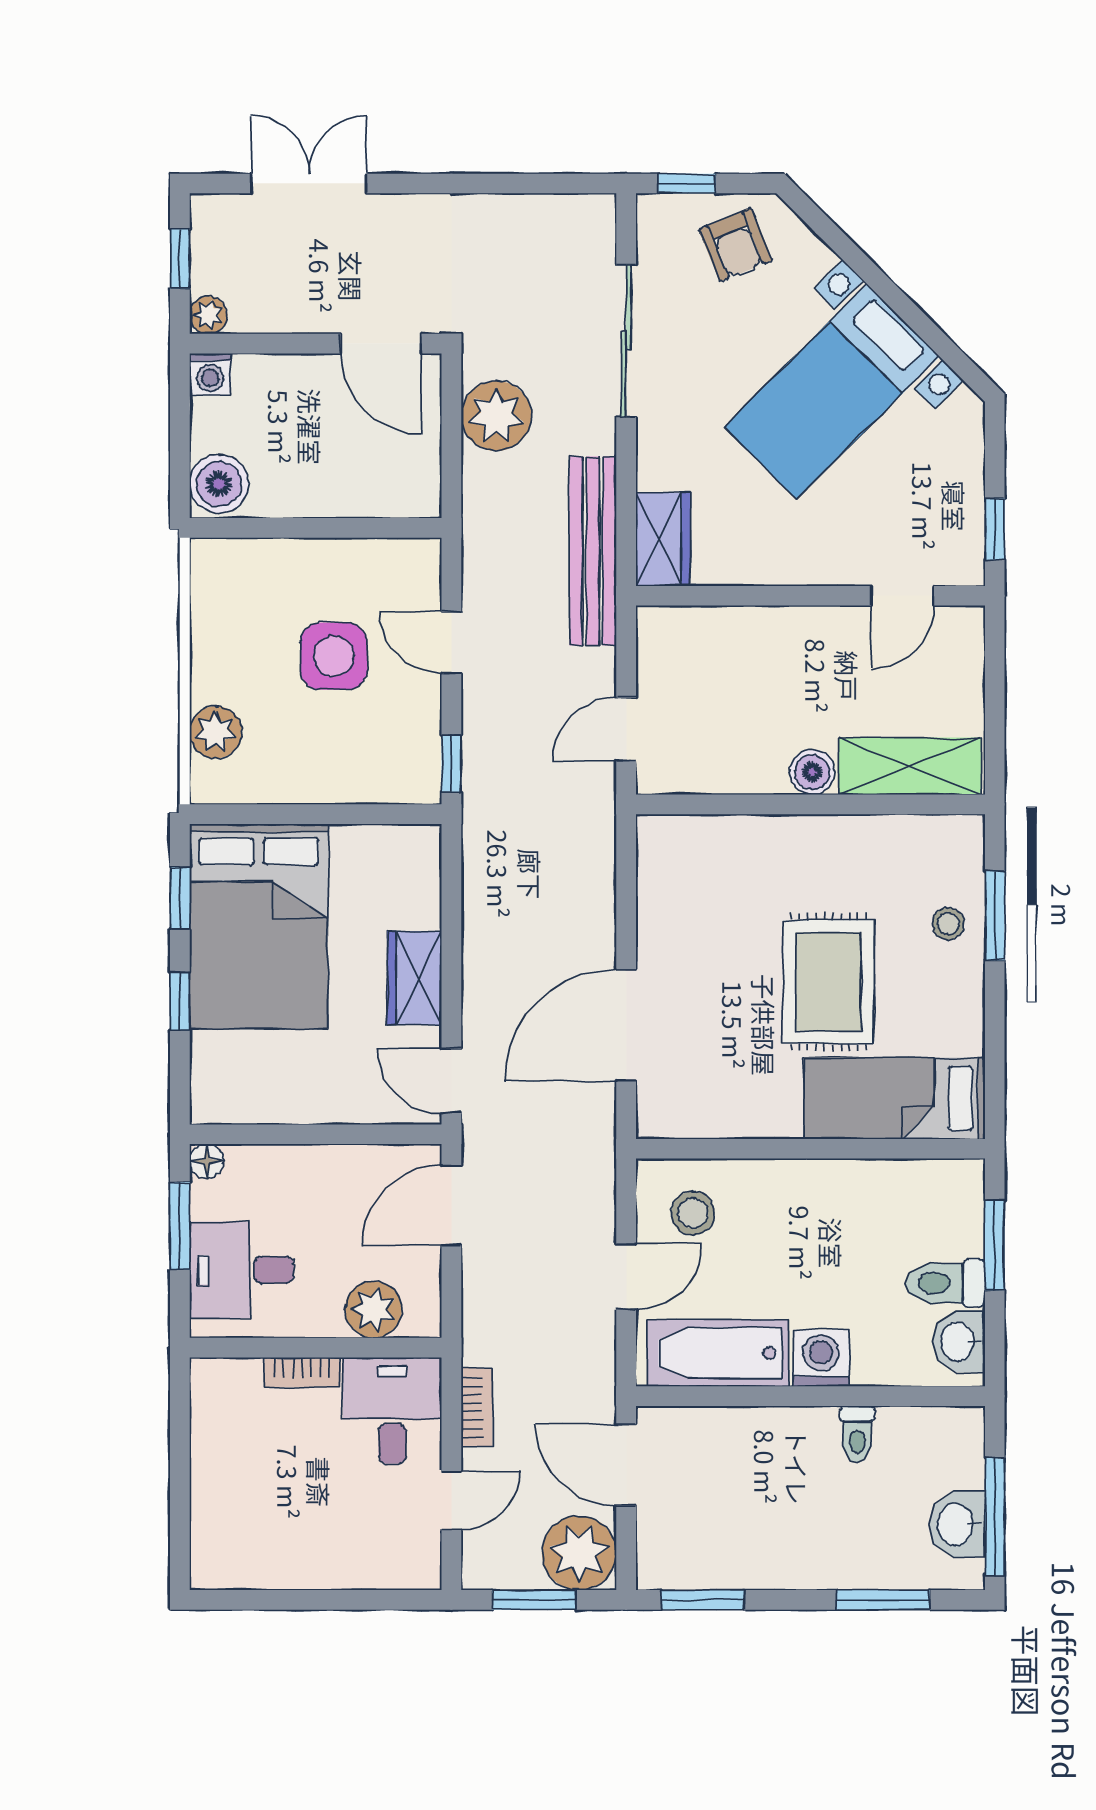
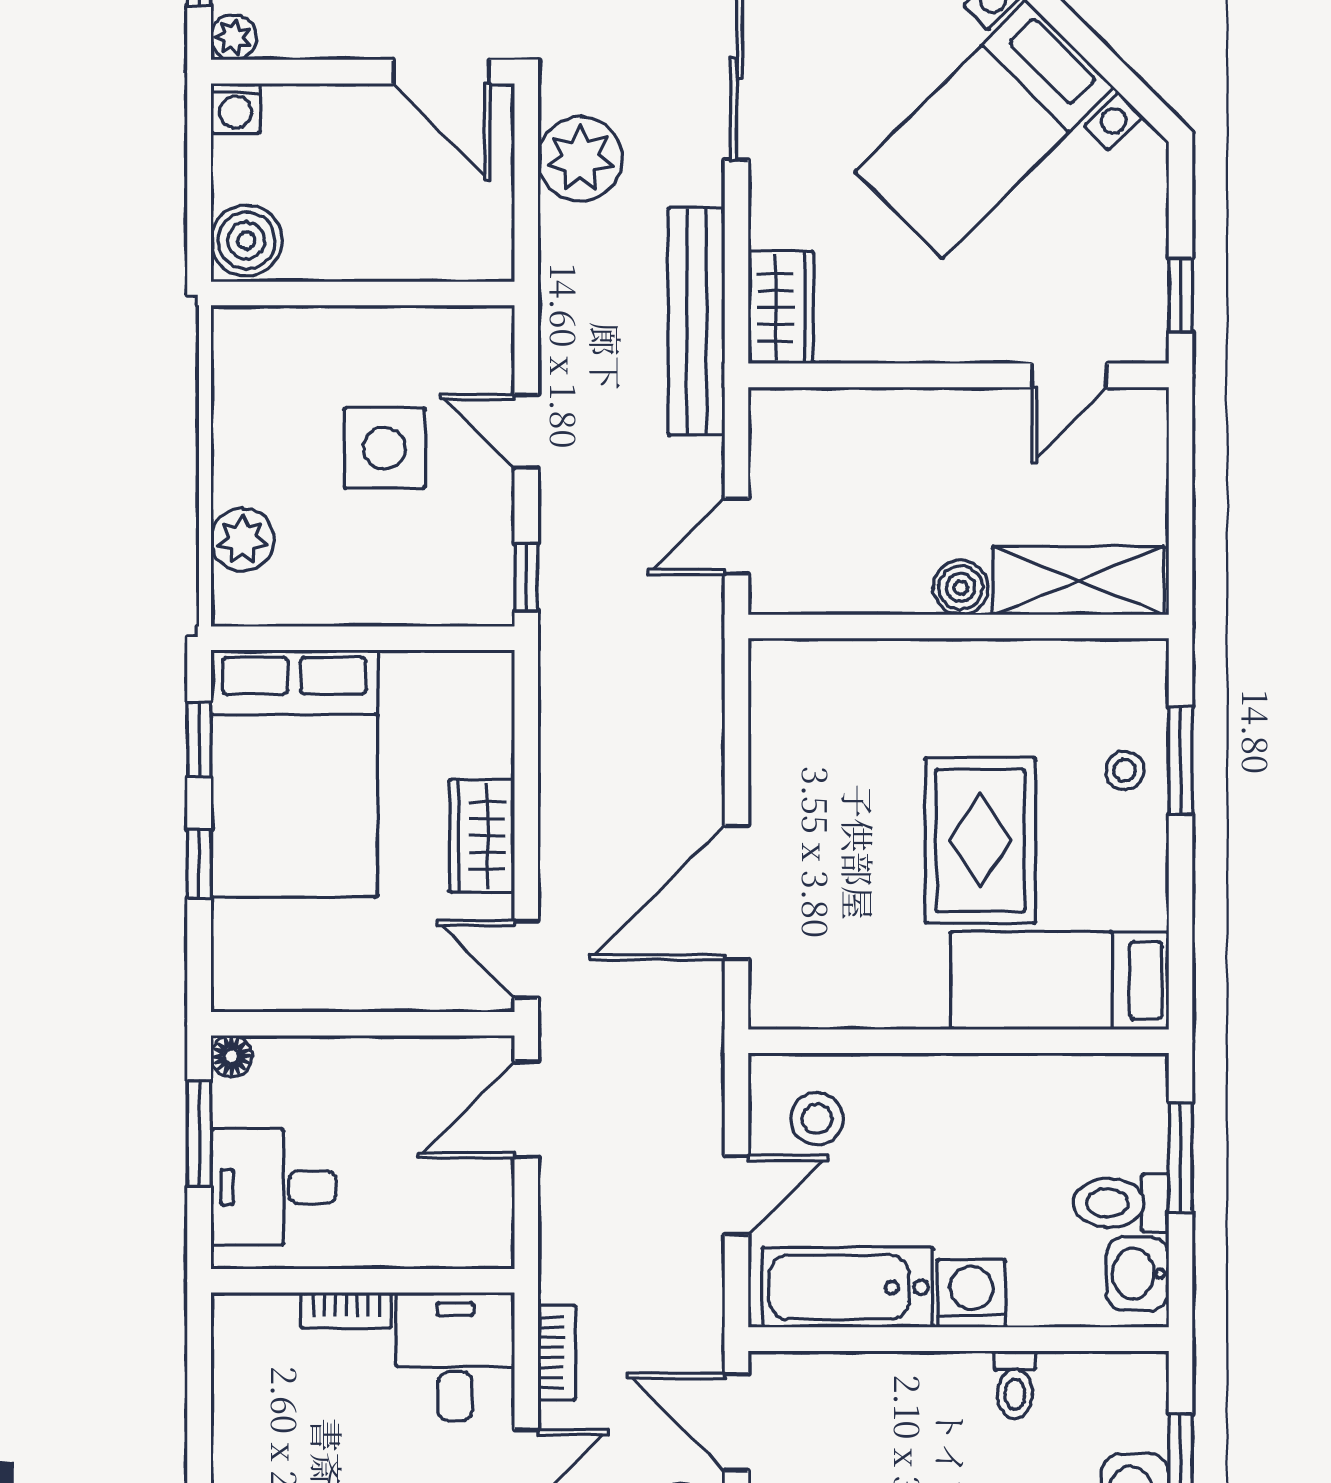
plant: (374, 1309) -> (432, 1235), removed

